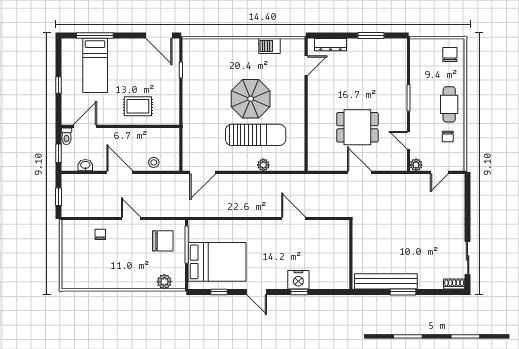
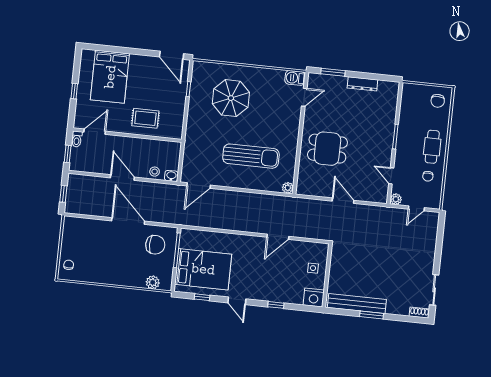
window: (95, 36) -> (113, 49), removed
window: (371, 36) -> (333, 72), moved
dresser: (331, 45) -> (362, 84), moved
barbecue: (269, 46) -> (295, 78), moved
chair: (450, 55) -> (438, 101), turned 180
bed: (95, 66) -> (110, 77), width x1.50
parasol: (251, 99) -> (231, 98), moved
dining table: (357, 127) -> (327, 149), moved
washbasin: (85, 165) -> (171, 176), moved
plant: (263, 165) -> (288, 188), moved
door: (131, 219) -> (128, 221), width x1.87
door: (294, 219) -> (278, 237), swing flipped
chair: (100, 234) -> (69, 265), moved
side table: (335, 248) -> (313, 268), added
nightstand: (298, 280) -> (314, 297), moved

